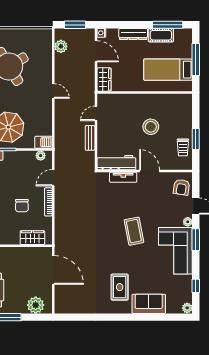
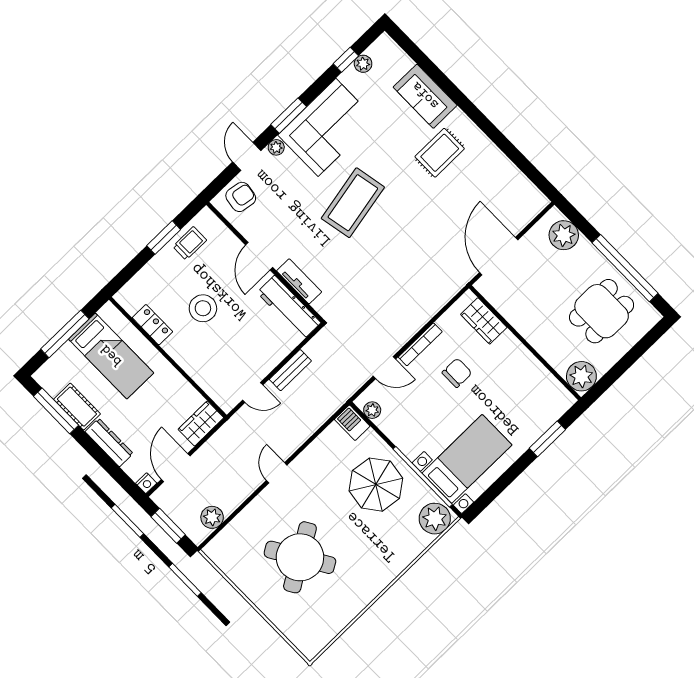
locker: (164, 99) -> (152, 325), added
coffee table: (134, 231) -> (353, 203), width x1.36, depth x1.32
plant: (187, 308) -> (363, 64), moved

